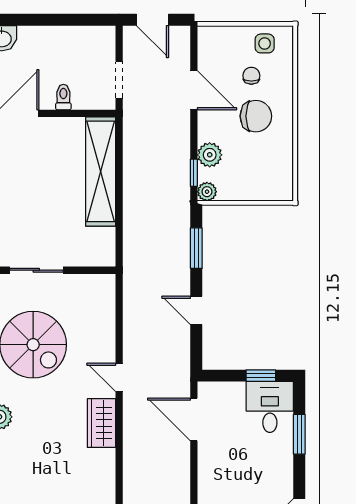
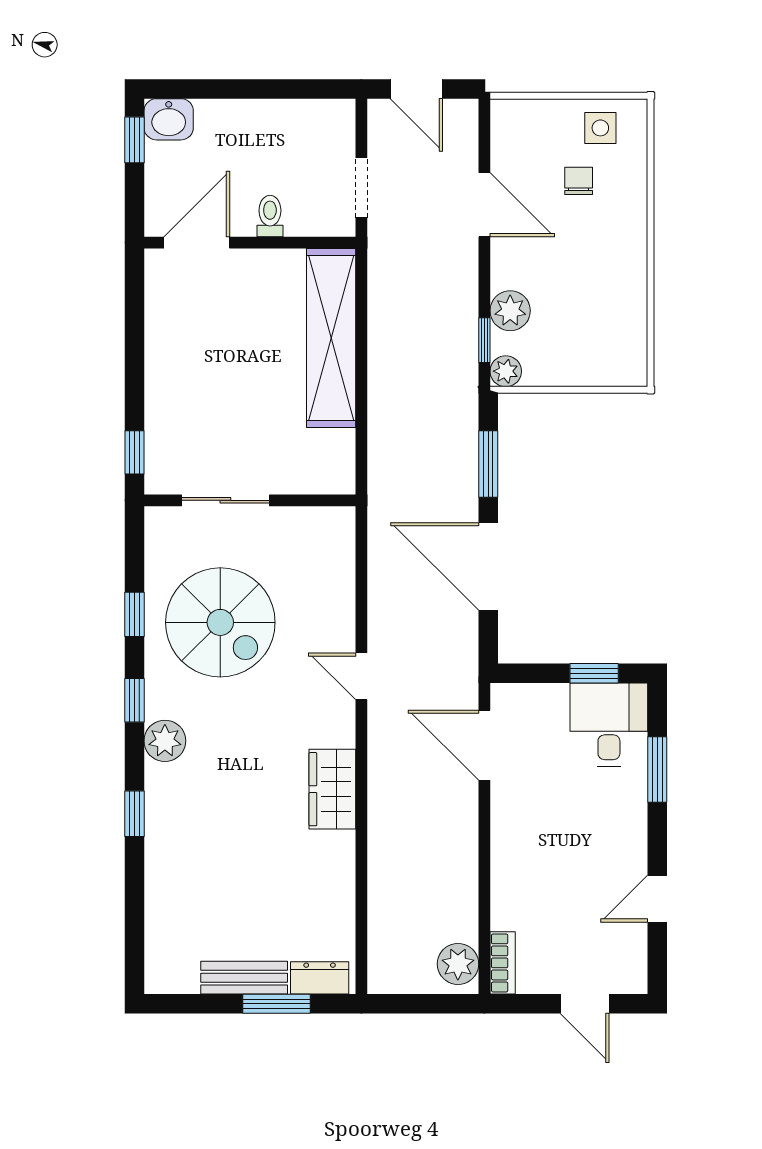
chair: (256, 116) -> (586, 247), removed
door: (196, 310) -> (488, 566), width x1.88
wardrobe: (101, 423) -> (332, 789), moved

